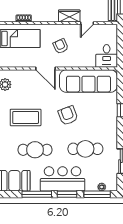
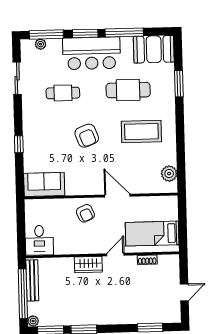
door: (87, 23) -> (115, 255), moved
armchair: (61, 46) -> (85, 213), moved
desk: (107, 56) -> (39, 240), moved, turned 180
sofa: (88, 81) -> (44, 184), width x0.54, depth x0.79
cafe table: (85, 149) -> (63, 93), width x0.73, depth x0.74

